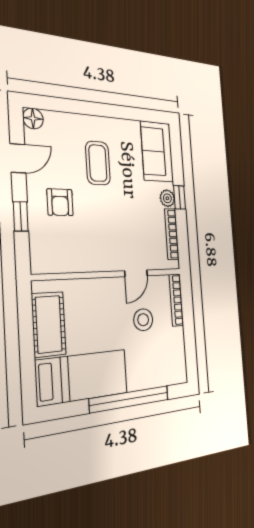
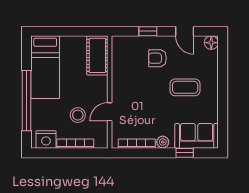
window: (180, 197) -> (185, 153), moved
door: (136, 273) -> (110, 112), hinge flipped
bookcase: (176, 300) -> (75, 144), moved
cot: (49, 324) -> (97, 55), moved, turned 90
nightstand: (176, 363) -> (46, 140), added

